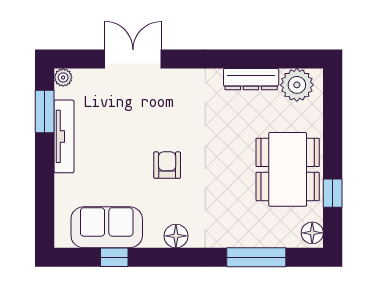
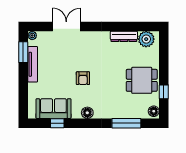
armchair: (167, 165) -> (83, 78), turned 180
dining table: (288, 169) -> (142, 80), width x0.73

